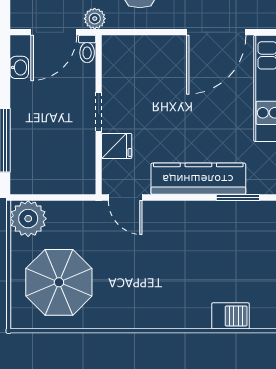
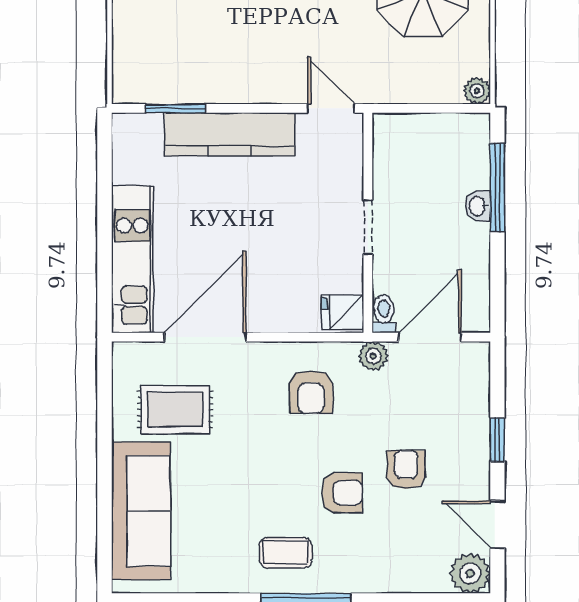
washbasin: (19, 67) -> (478, 206), moved
fridge: (117, 146) -> (343, 312), moved
plant: (28, 219) -> (477, 91), width x0.53, depth x0.53

